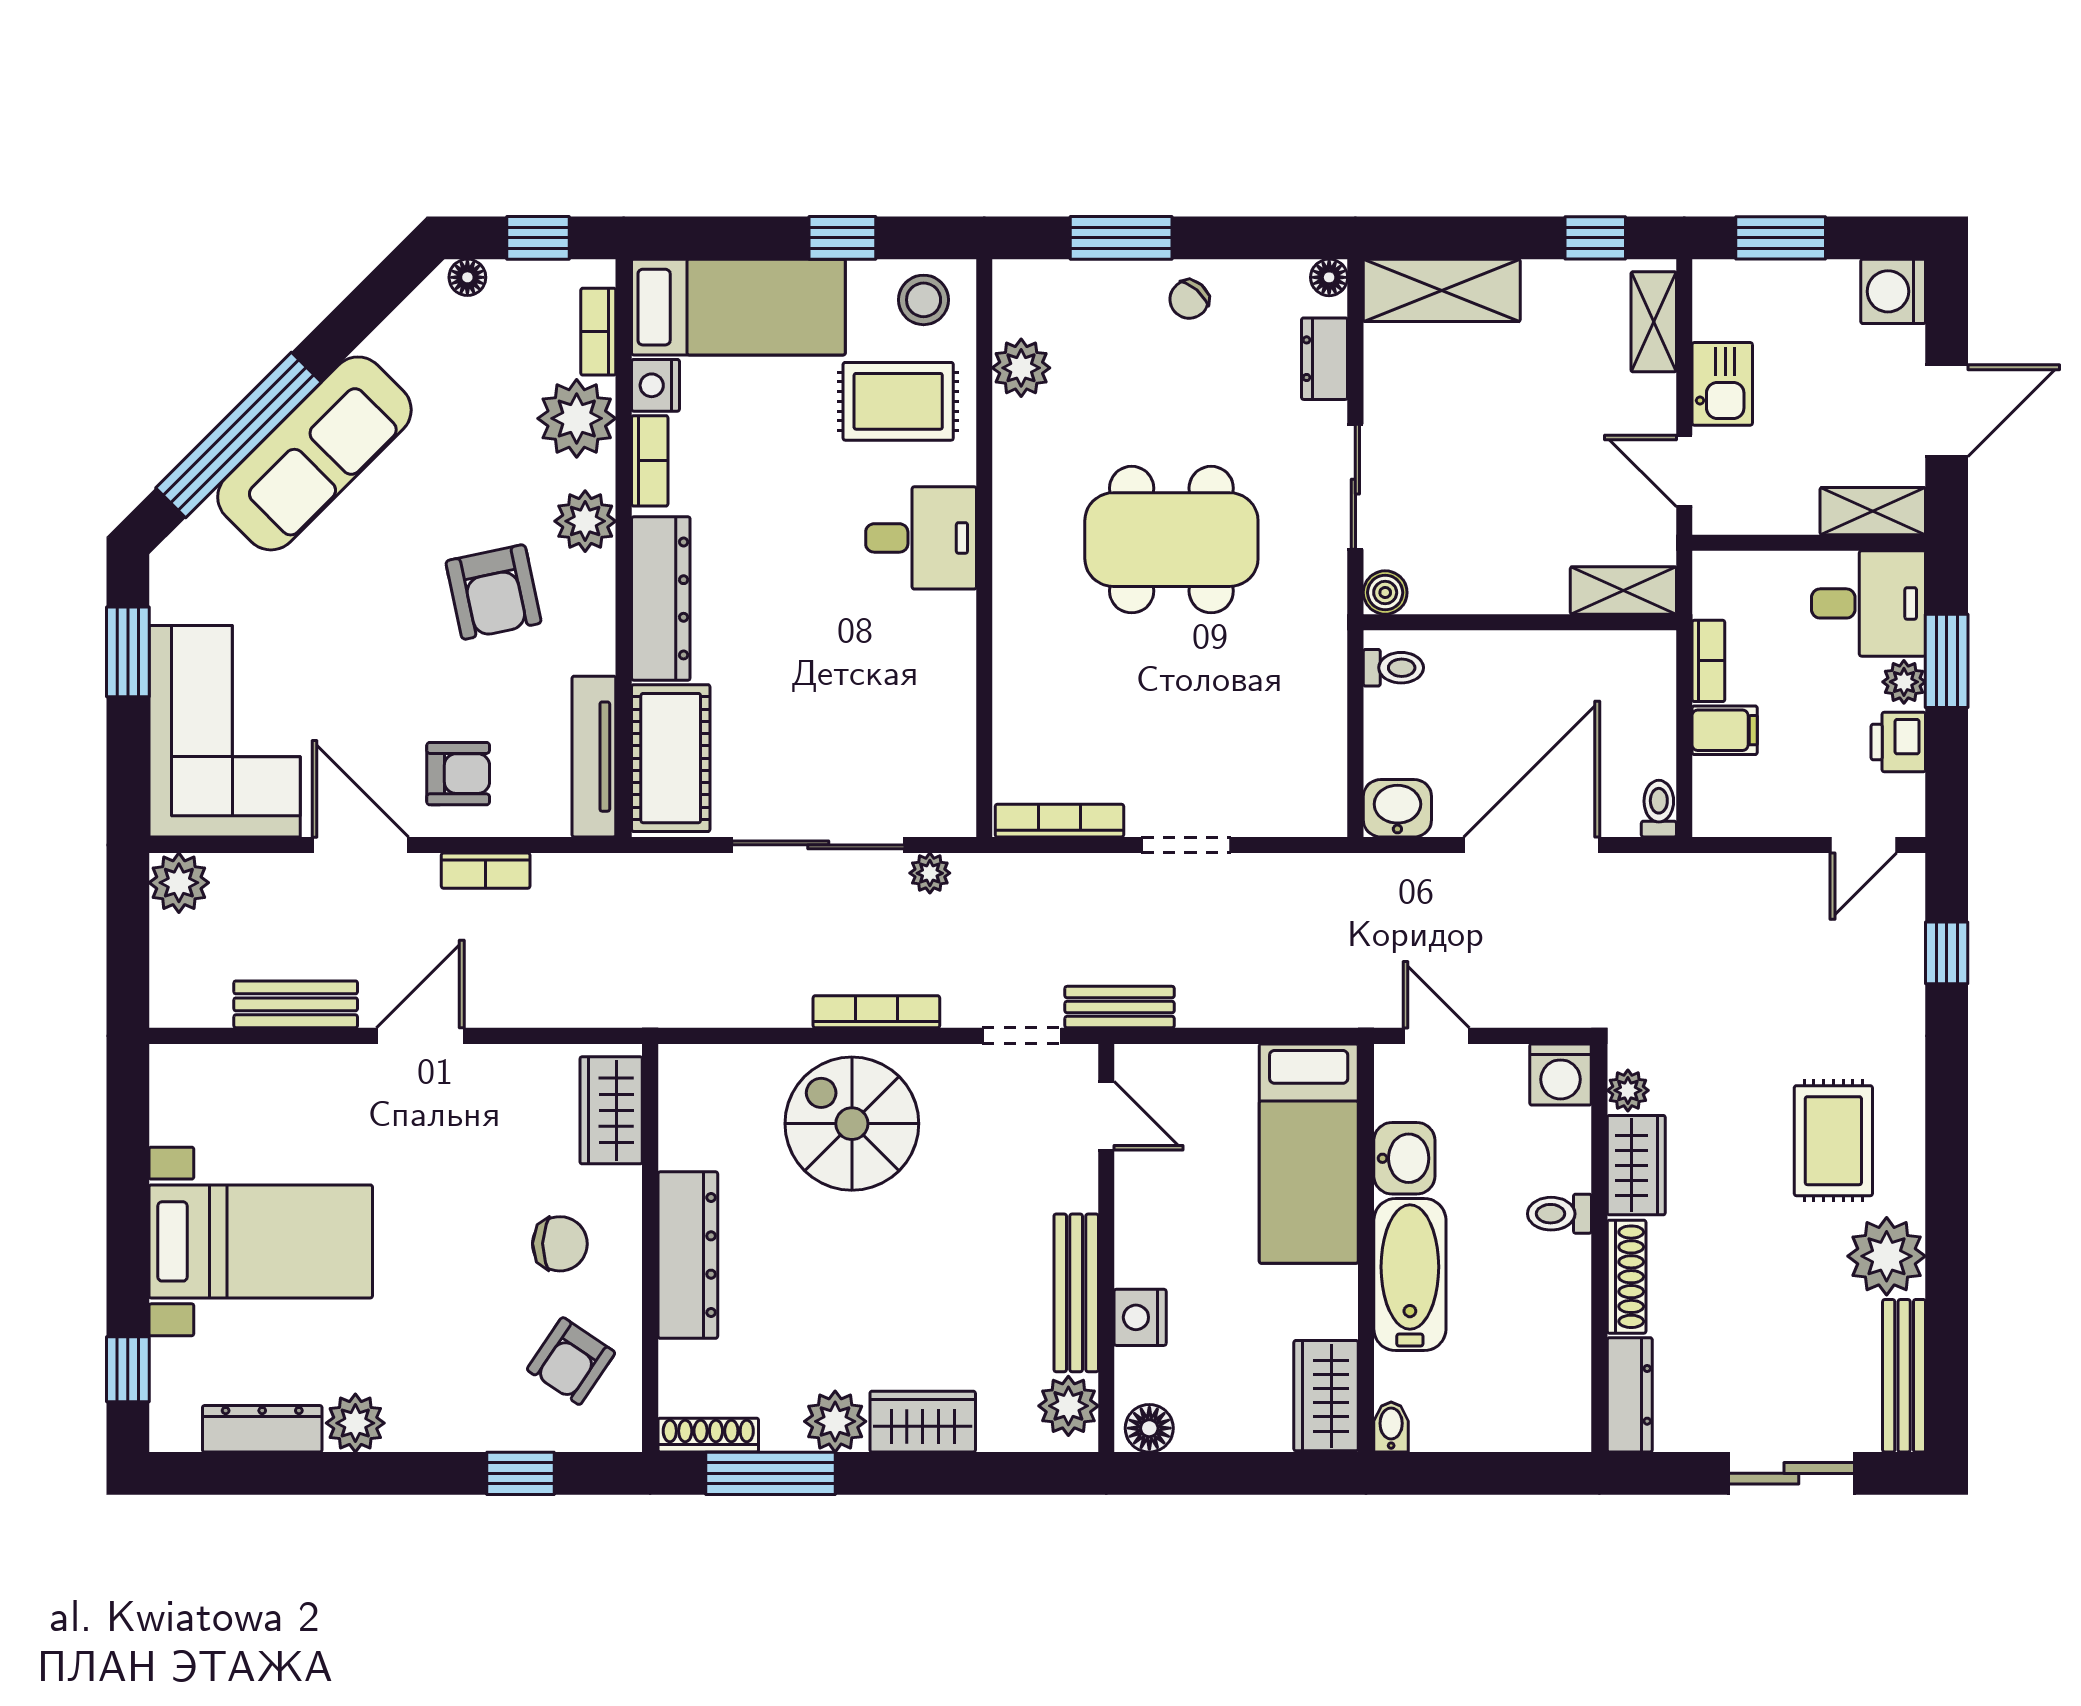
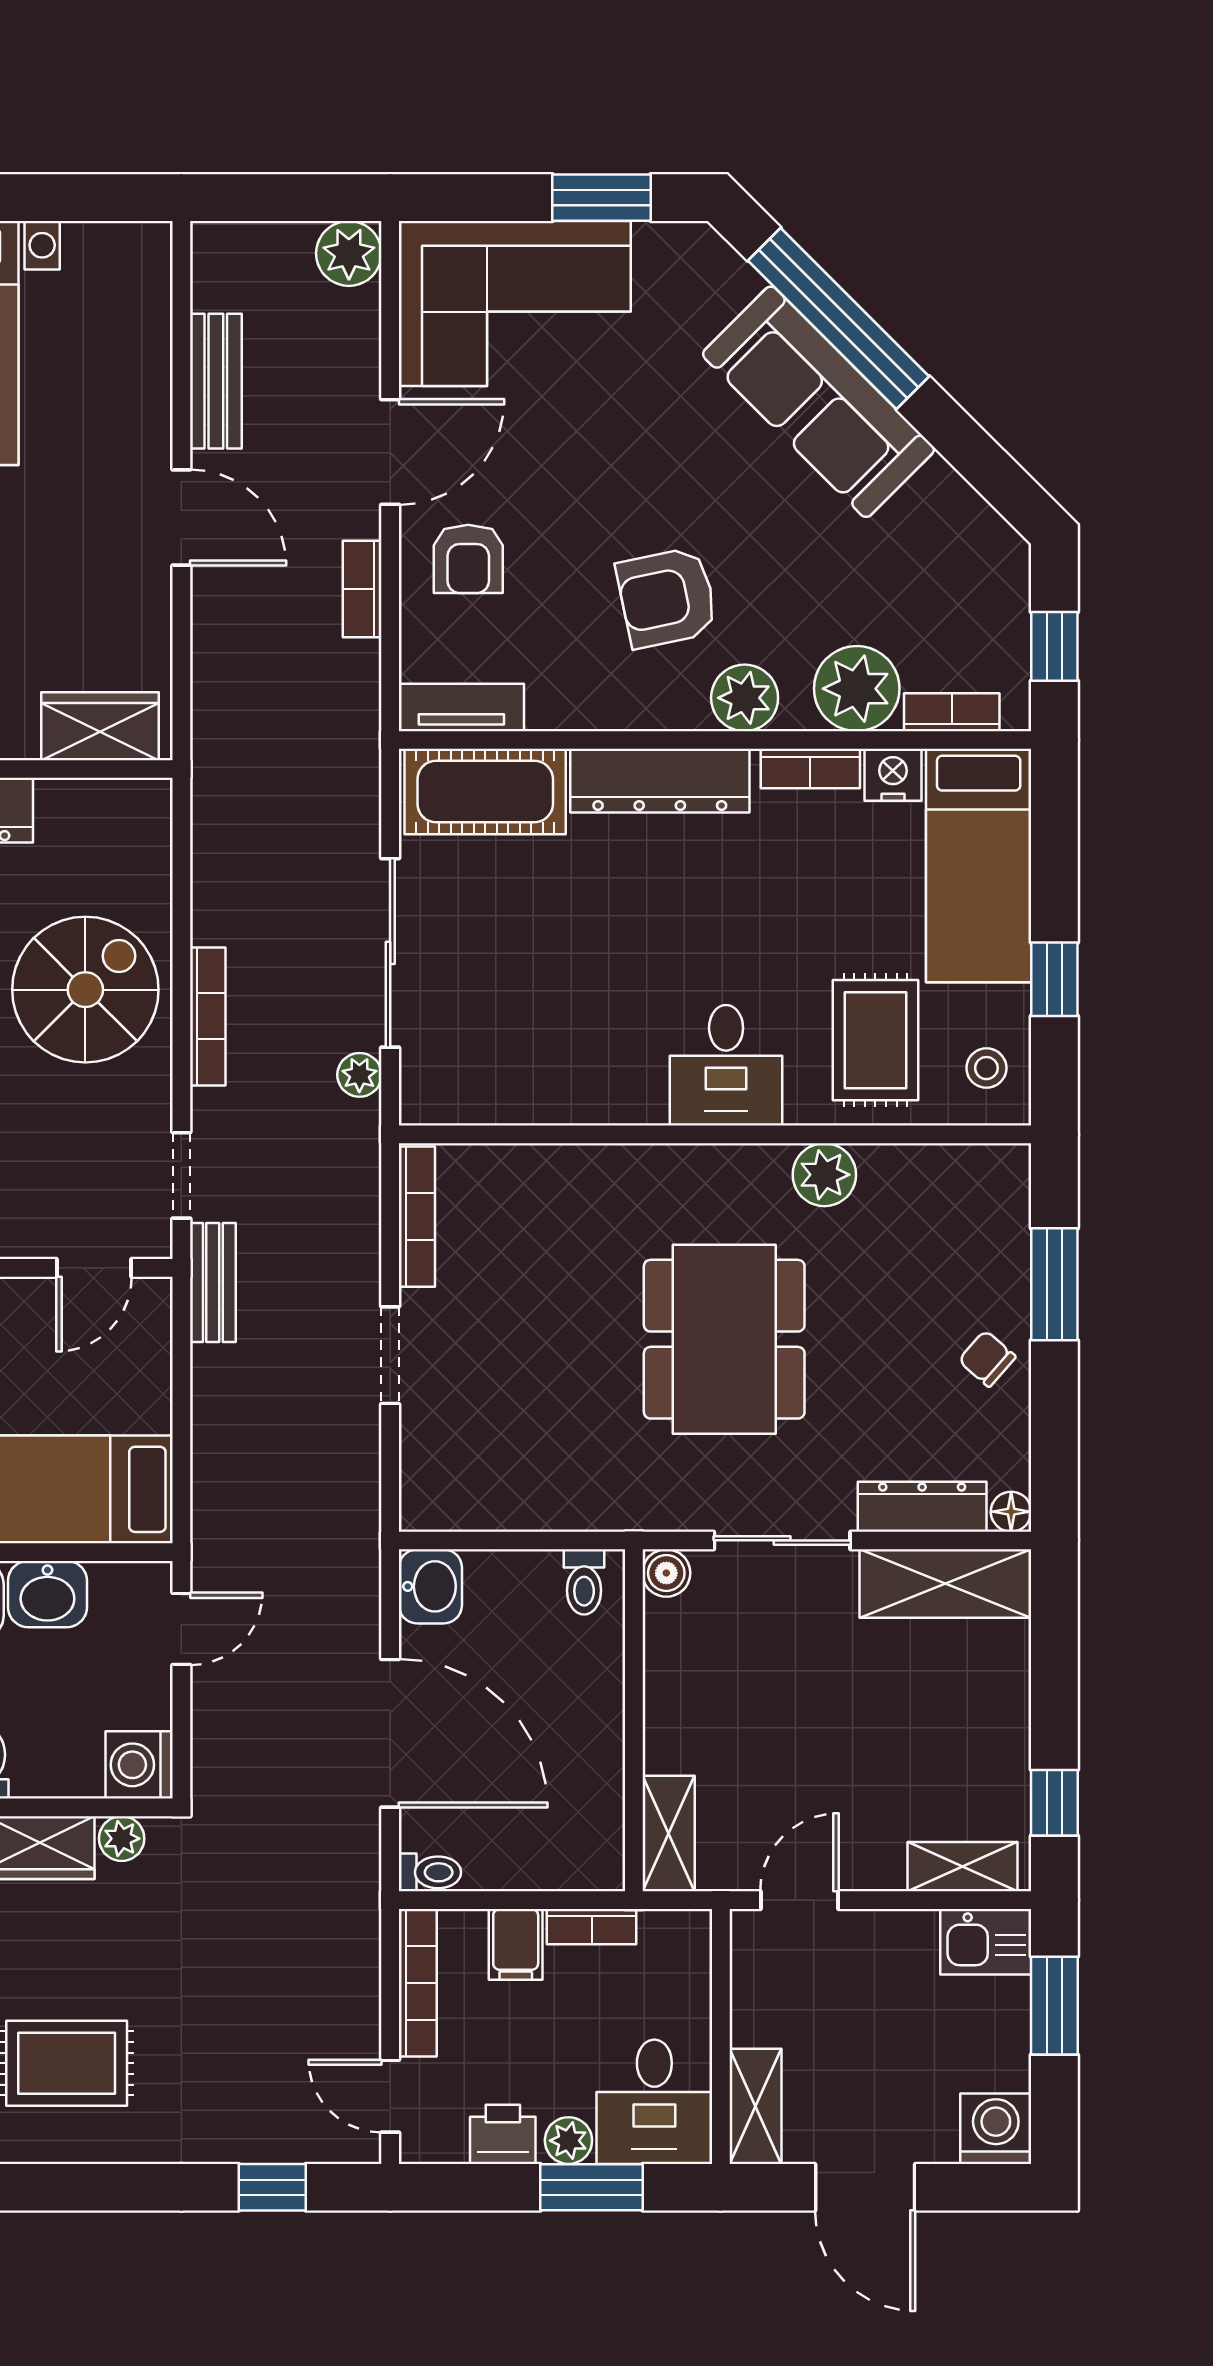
floor lamp: (467, 277) -> (1011, 569), removed
shelving: (1442, 290) -> (945, 1583), moved, turned 90
stool: (924, 300) -> (986, 1068), width x0.73, depth x0.73
dresser: (1325, 359) -> (922, 1507), width x1.44
plant: (1021, 368) -> (824, 1175), moved
kitchen sink: (1722, 384) -> (986, 1942), moved
tv unit: (594, 757) -> (461, 707), width x0.71
bookcase: (1760, 820) -> (418, 1983), added

